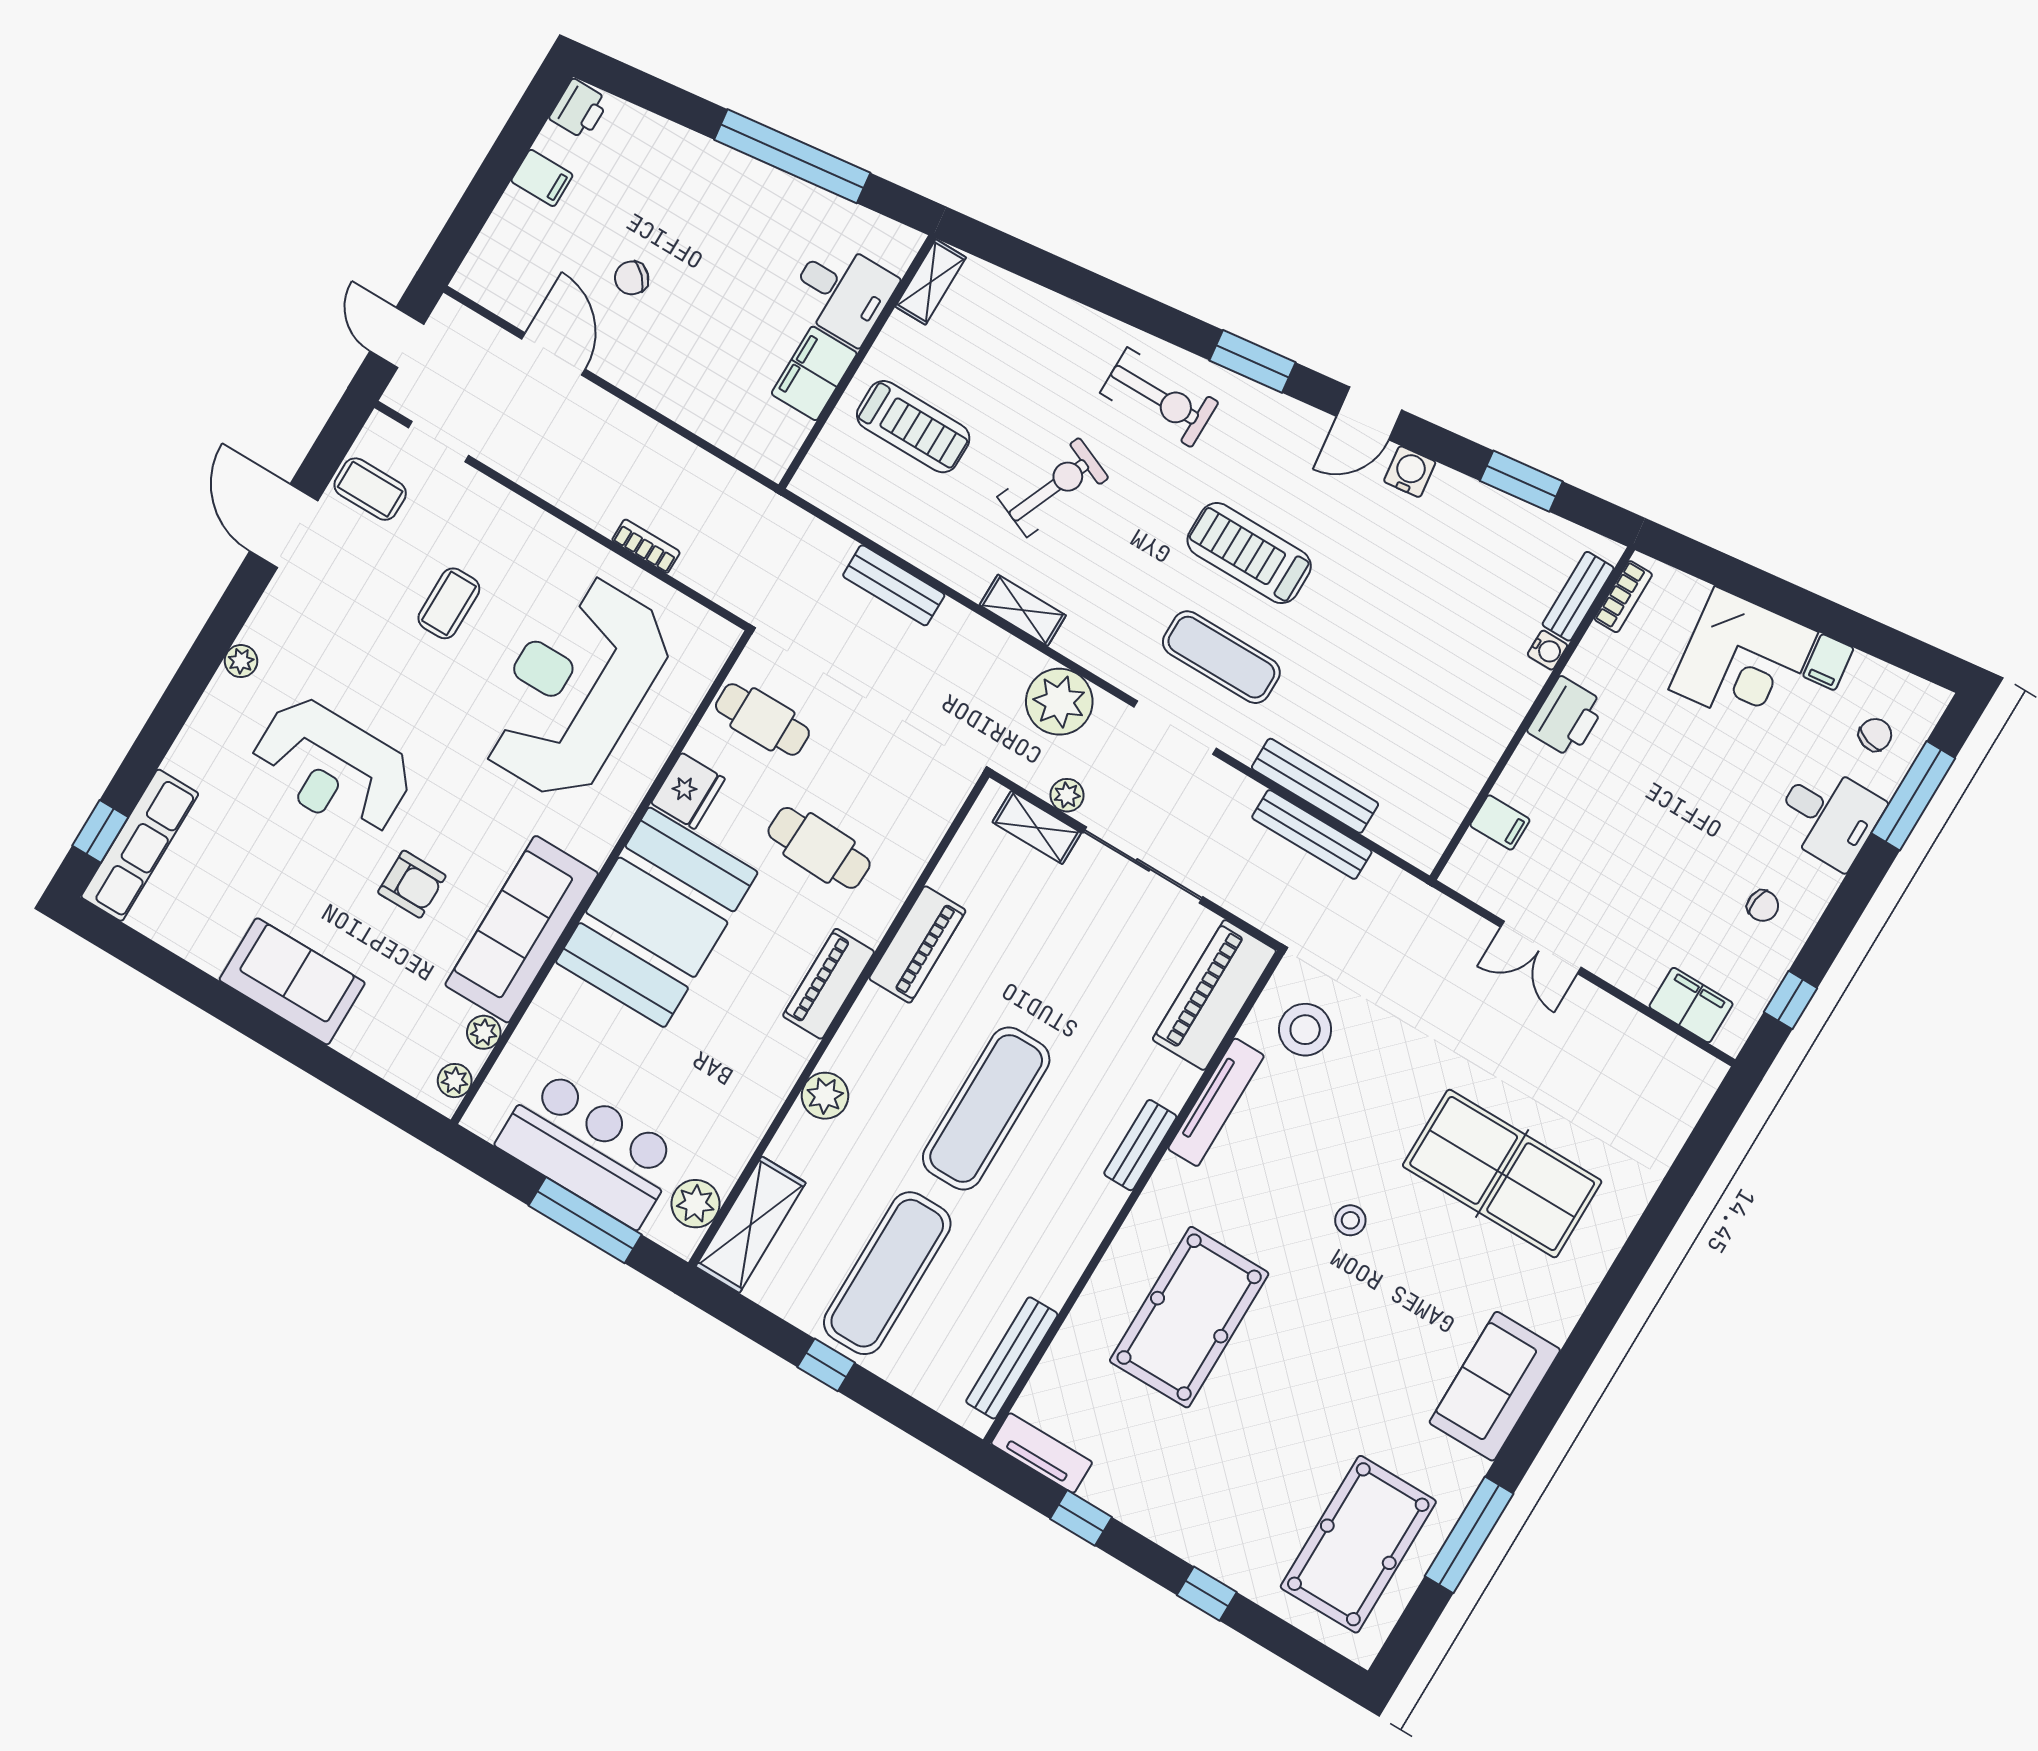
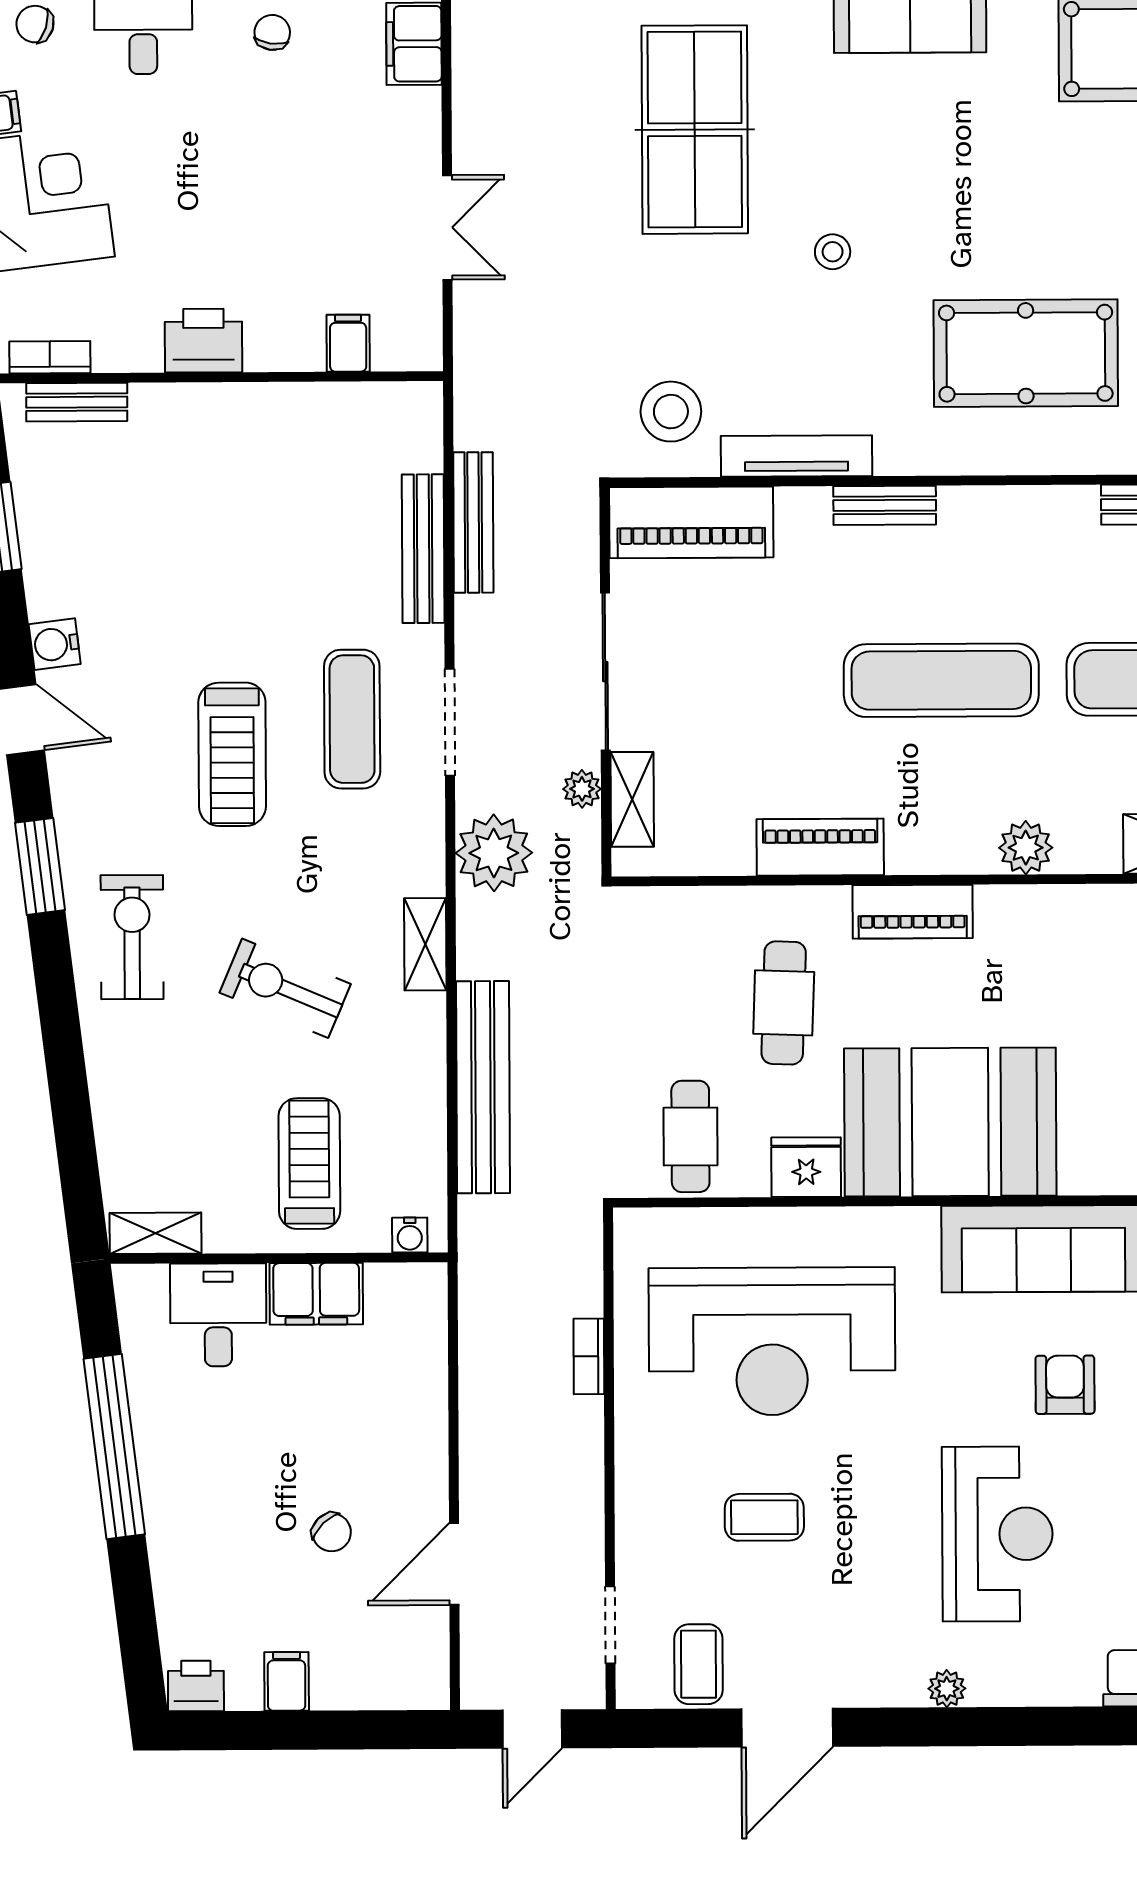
bench: (894, 585) -> (483, 1087), width x1.86, depth x1.21
water cooler: (1547, 650) -> (410, 1235), moved, turned 180

